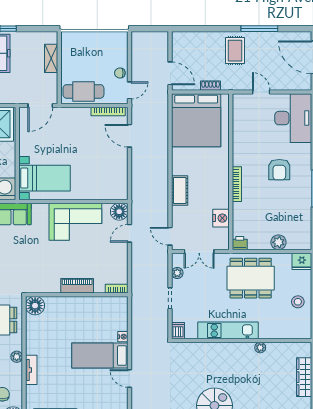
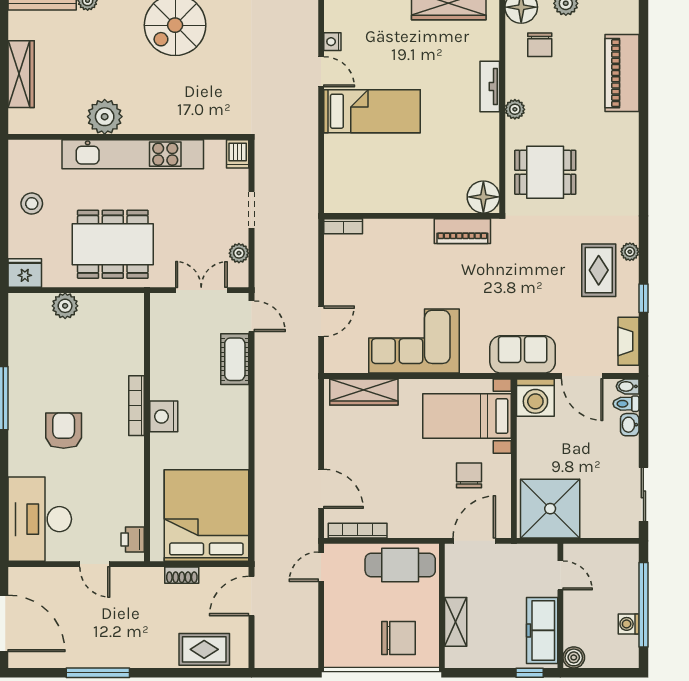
rug: (235, 51) -> (204, 649), moved, turned 90
chair: (120, 73) -> (398, 638), moved, width x1.87, depth x1.87
door: (170, 73) -> (251, 596), hinge flipped
chair: (43, 144) -> (469, 475), added
cot: (180, 191) -> (235, 359), moved
wardrobe: (105, 192) -> (364, 392), added
floor lamp: (119, 212) -> (339, 358), removed
nightstand: (221, 218) -> (164, 416), moved
printer: (240, 243) -> (133, 540), moved, turned 90
piano: (77, 286) -> (462, 231), moved
kitchen unit: (228, 330) -> (133, 154), width x1.36
nightstand: (123, 337) -> (332, 42), moved
plant: (260, 348) -> (105, 117), width x1.87, depth x1.87

